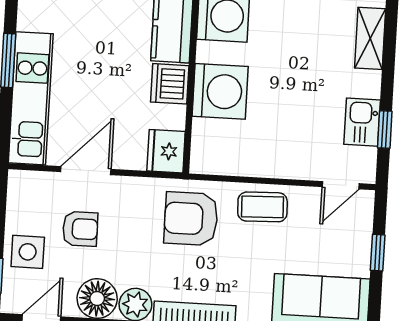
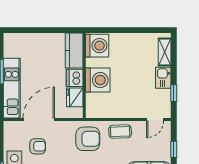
kitchen sink: (362, 122) -> (163, 78), moved
fridge: (166, 151) -> (75, 97), moved
door: (86, 171) -> (39, 120), width x1.36
armchair: (191, 219) -> (88, 139), turned 180

